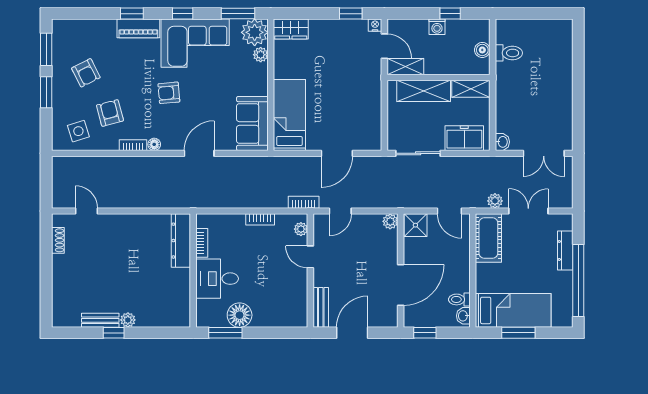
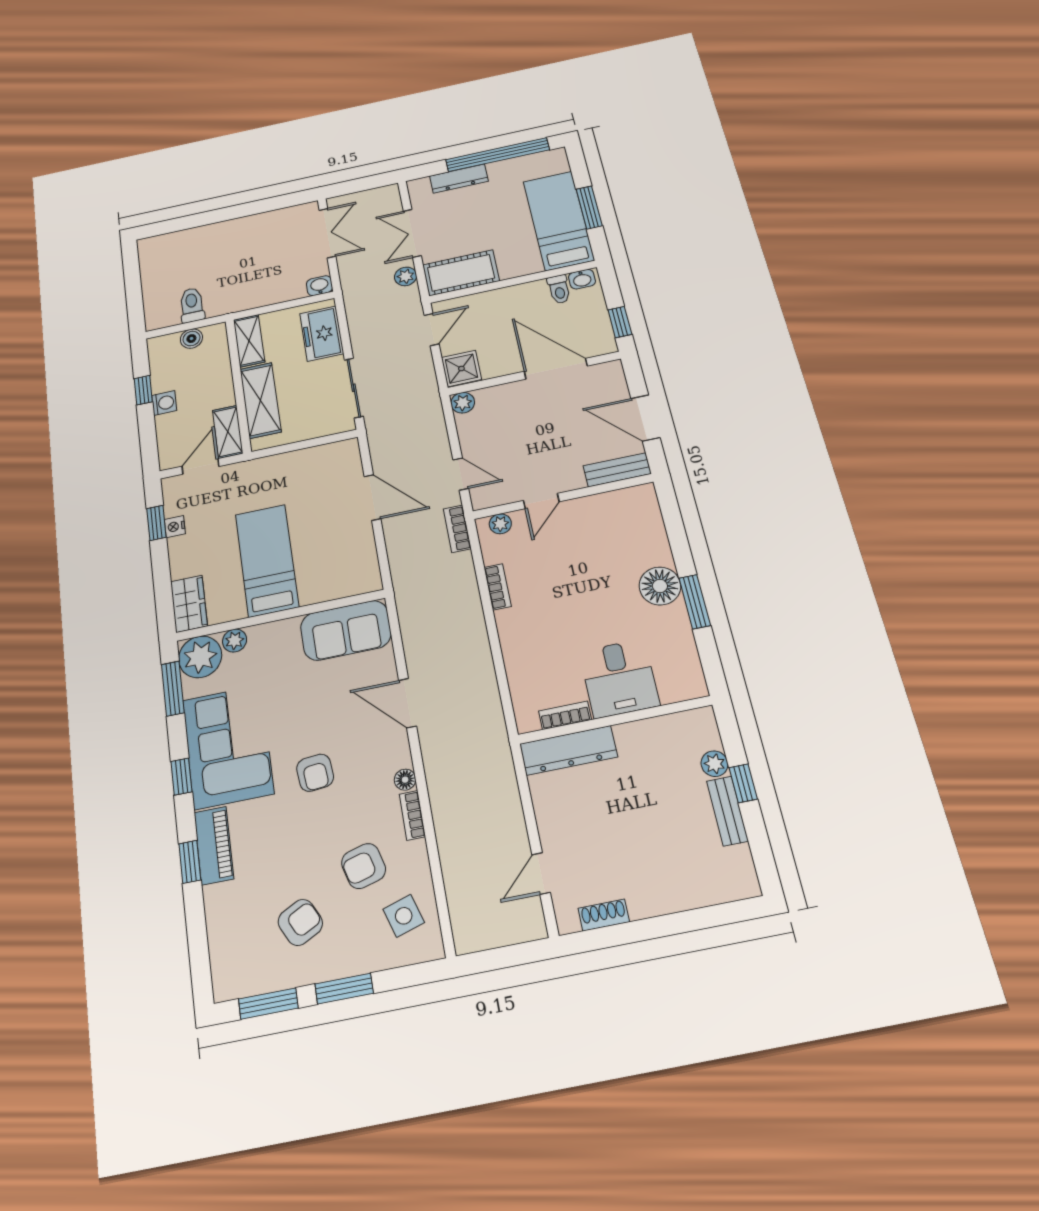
nightstand: (375, 25) -> (175, 527), moved
bed: (289, 115) -> (267, 560), moved, turned 90
dresser: (181, 241) -> (568, 750), moved
bookcase: (202, 243) -> (565, 715), moved
wall: (193, 271) -> (615, 720), moved
desk: (217, 279) -> (619, 678), moved

